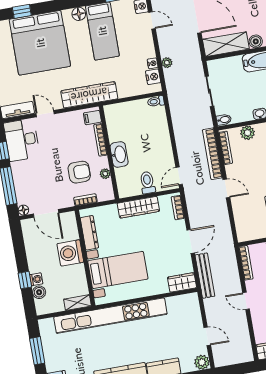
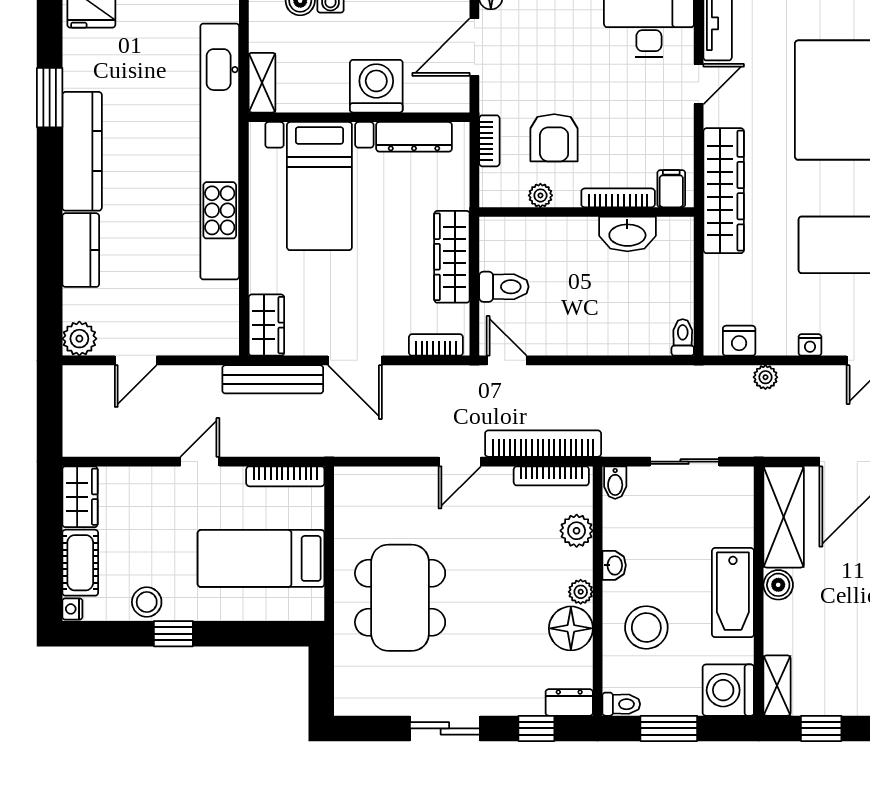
nightstand: (153, 63) -> (810, 345), moved
washbasin: (119, 154) -> (627, 234), moved

